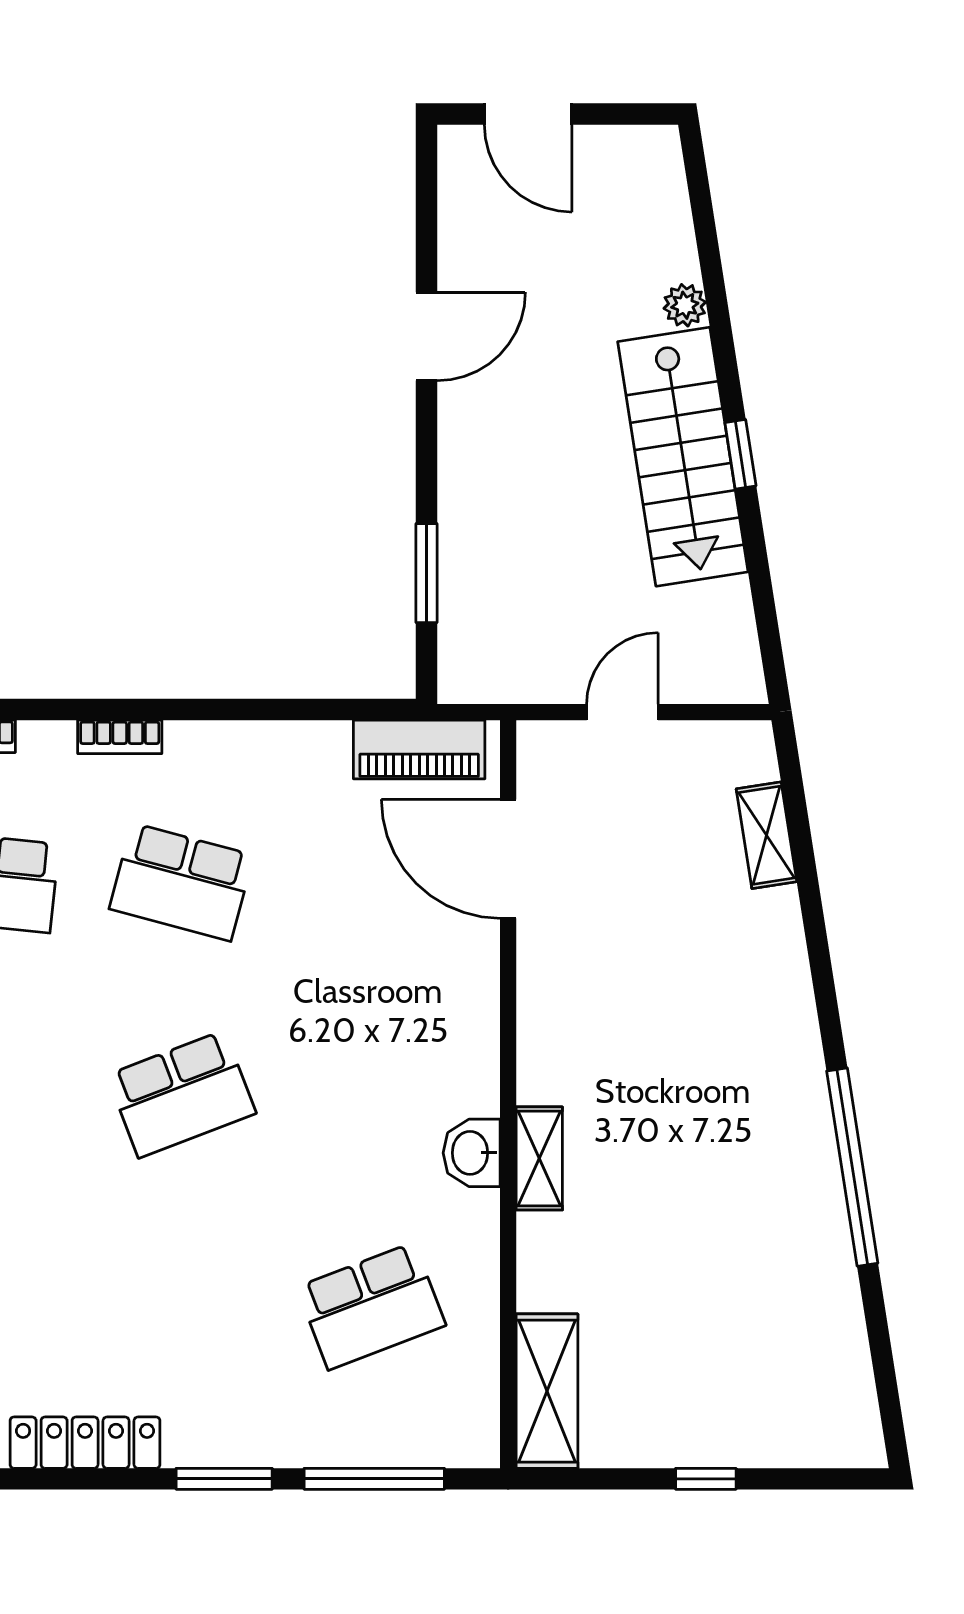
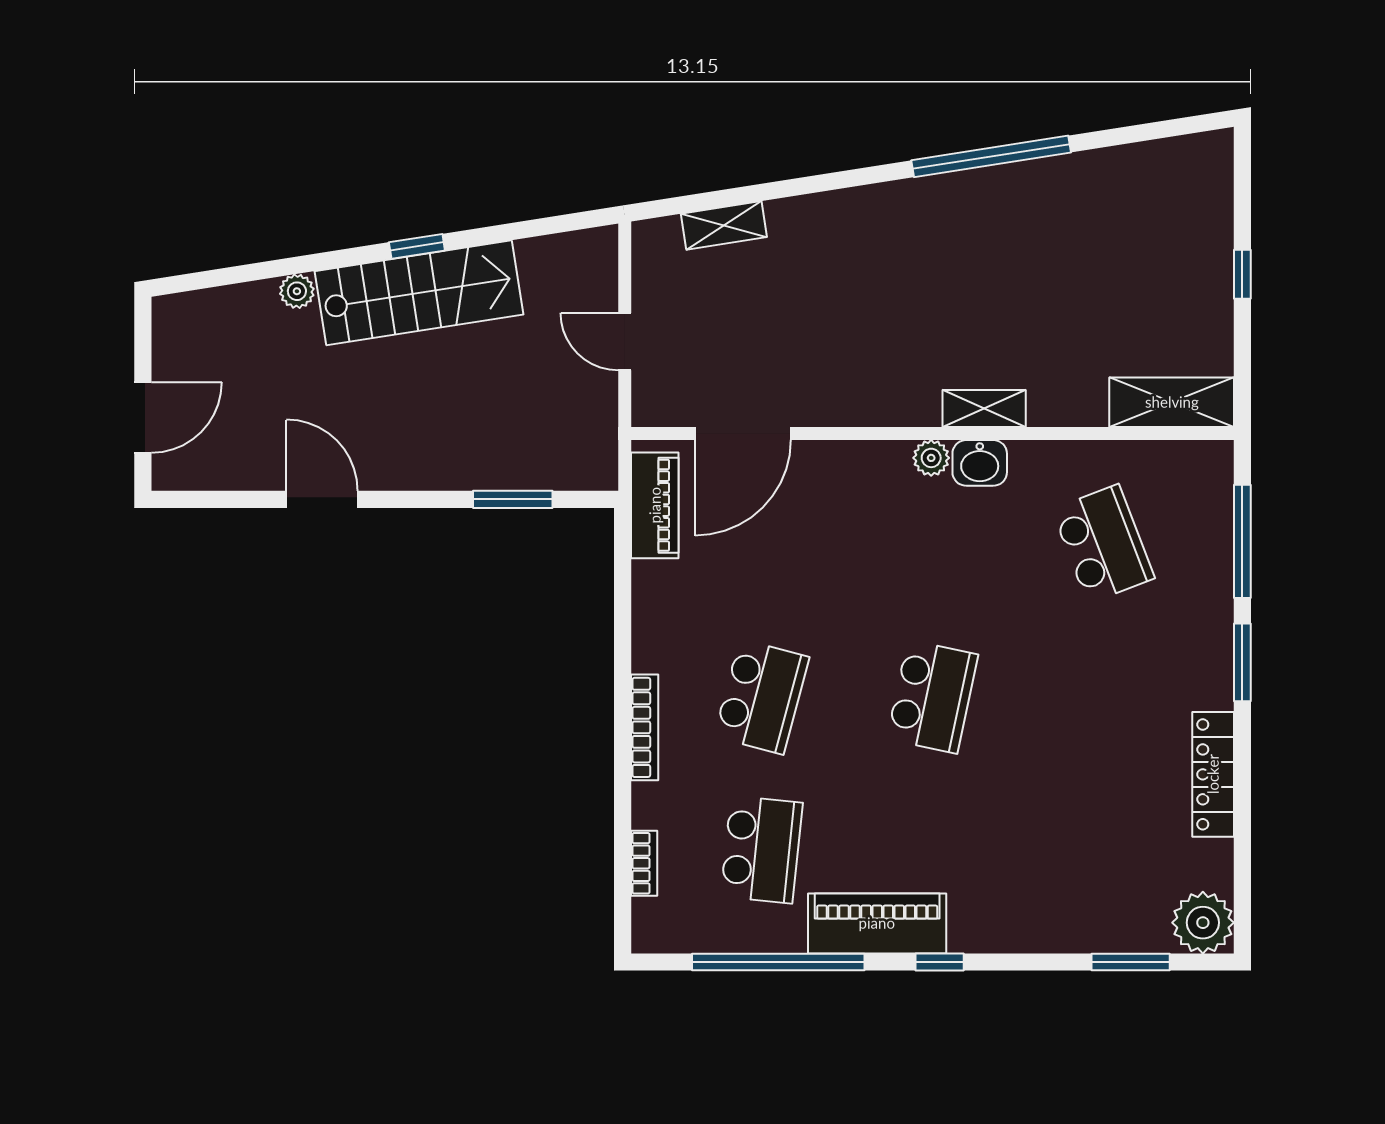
bookcase: (120, 737) -> (645, 727), width x1.56
plant: (478, 1093) -> (931, 458), added
school desk: (181, 1094) -> (932, 697), turned 33

